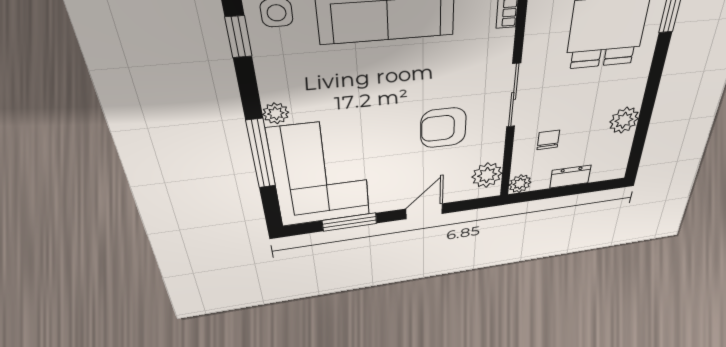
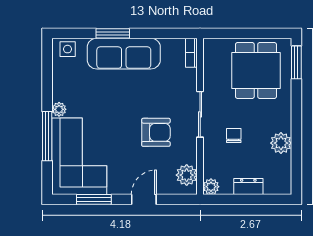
window: (239, 37) -> (47, 61), removed
armchair: (443, 128) -> (156, 132), turned 180
chair: (548, 140) -> (234, 136), moved

